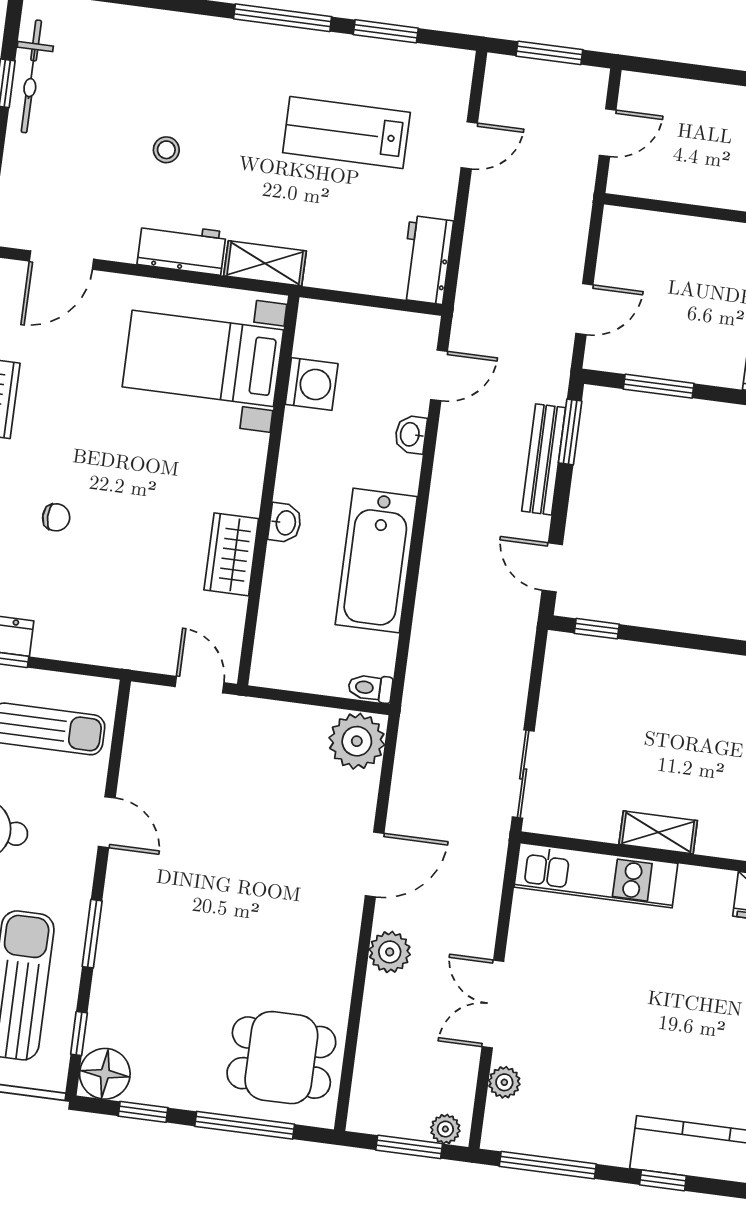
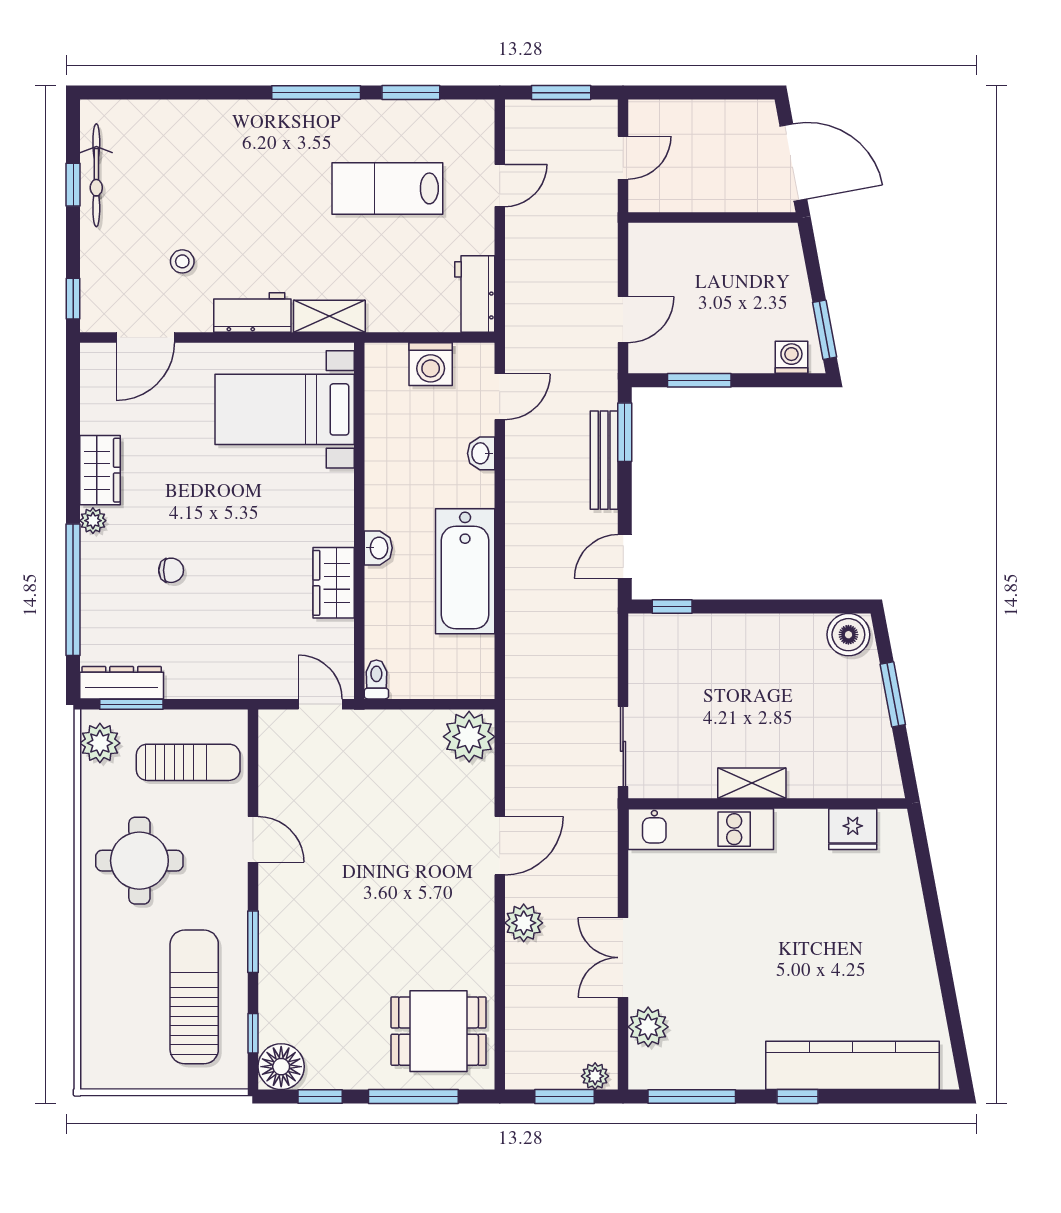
stool: (166, 150) -> (182, 261), moved
washing machine: (312, 384) -> (431, 364), moved, turned 90
door: (552, 567) -> (625, 557), hinge flipped
toilet: (370, 688) -> (376, 679), moved, turned 90
plant: (504, 1082) -> (648, 1027), width x1.38, depth x1.38

